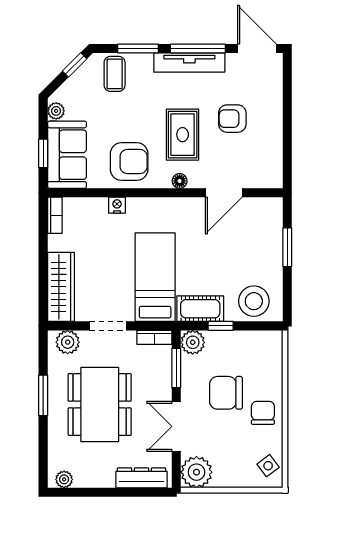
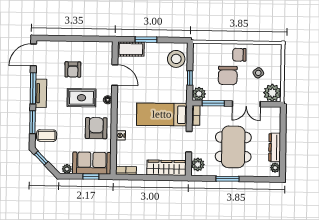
tv unit: (189, 63) -> (41, 93), width x0.71
cot: (200, 309) -> (131, 49), moved, turned 90
dining table: (100, 405) -> (233, 147), turned 90
side table: (268, 466) -> (258, 73), moved
dresser: (142, 478) -> (275, 147), moved

